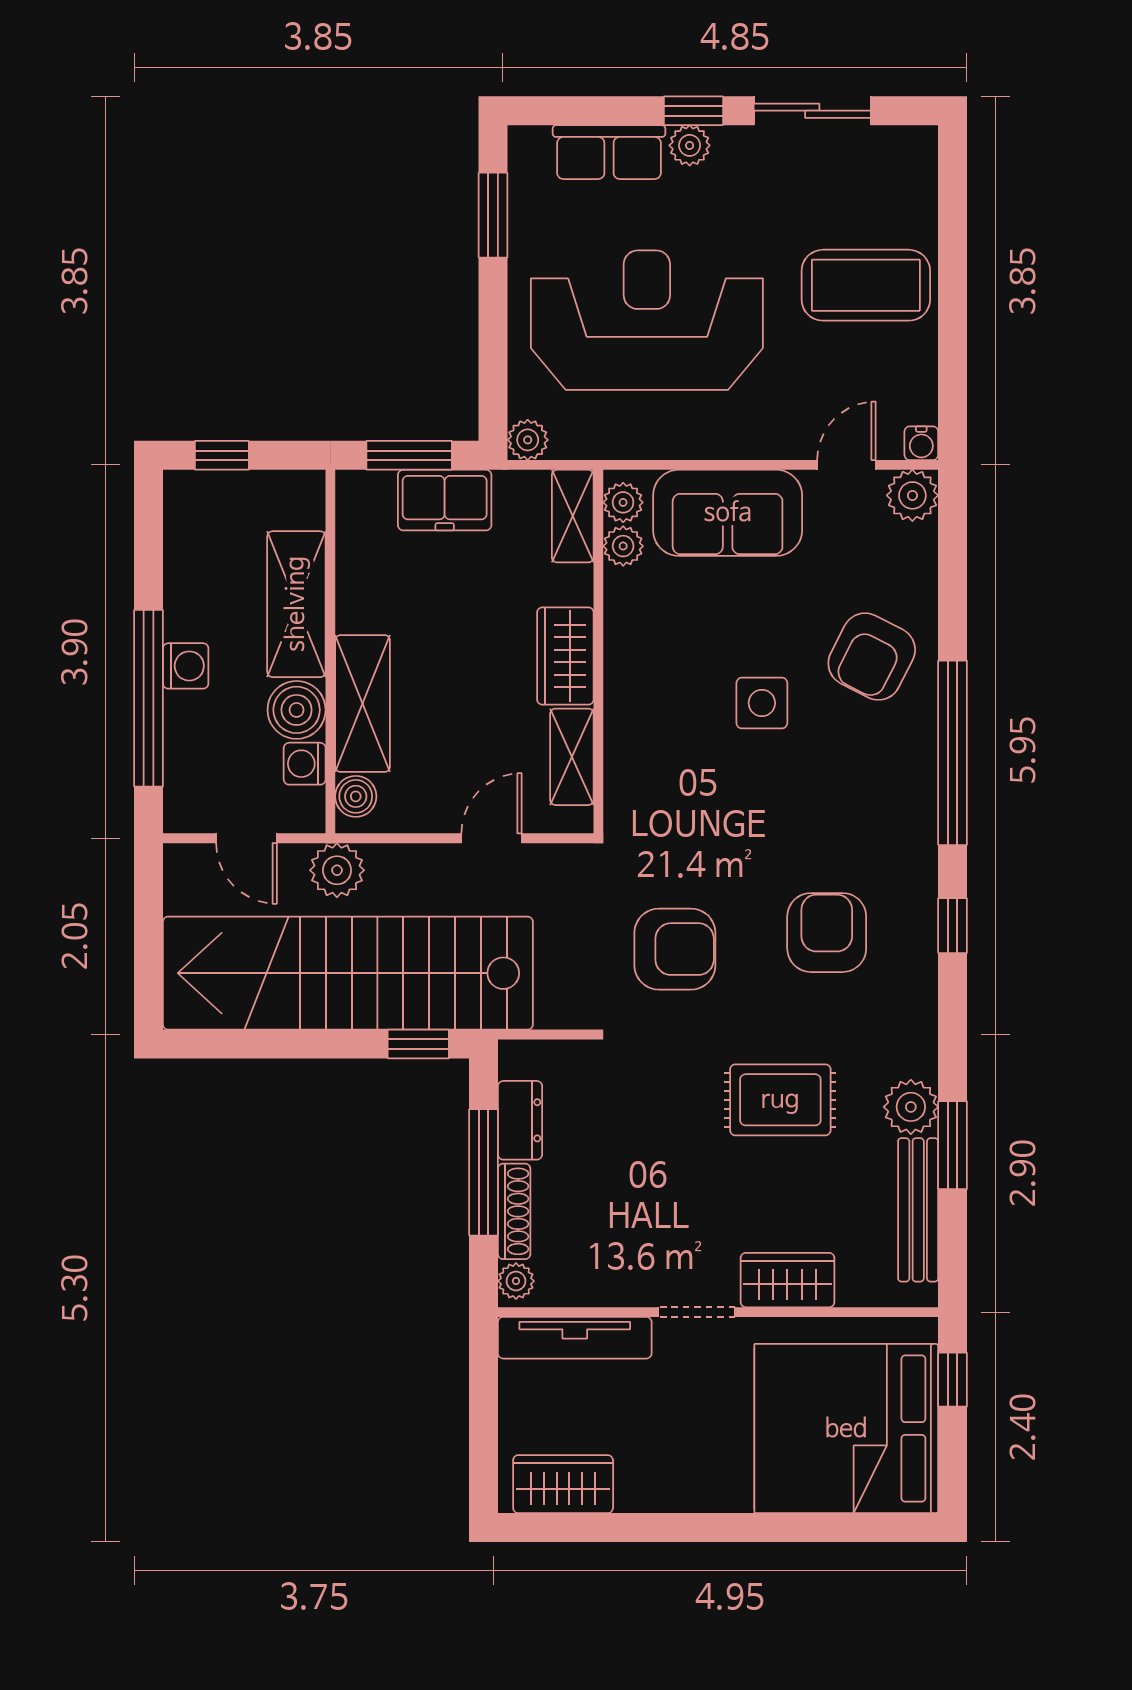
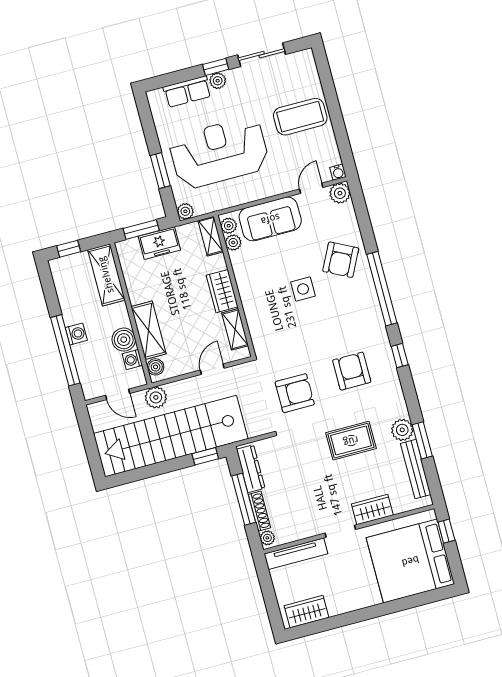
window: (493, 215) -> (160, 171), moved
shelving: (296, 604) -> (106, 275), moved
dresser: (520, 1120) -> (251, 469), width x1.44

